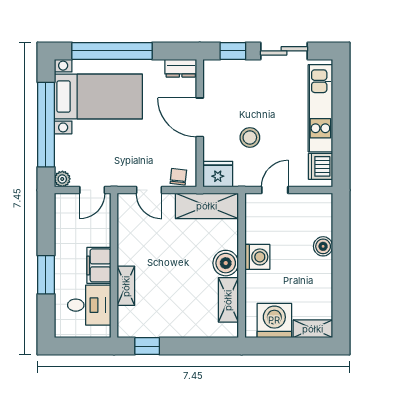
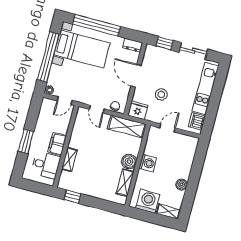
boiler: (323, 246) -> (182, 184), moved

